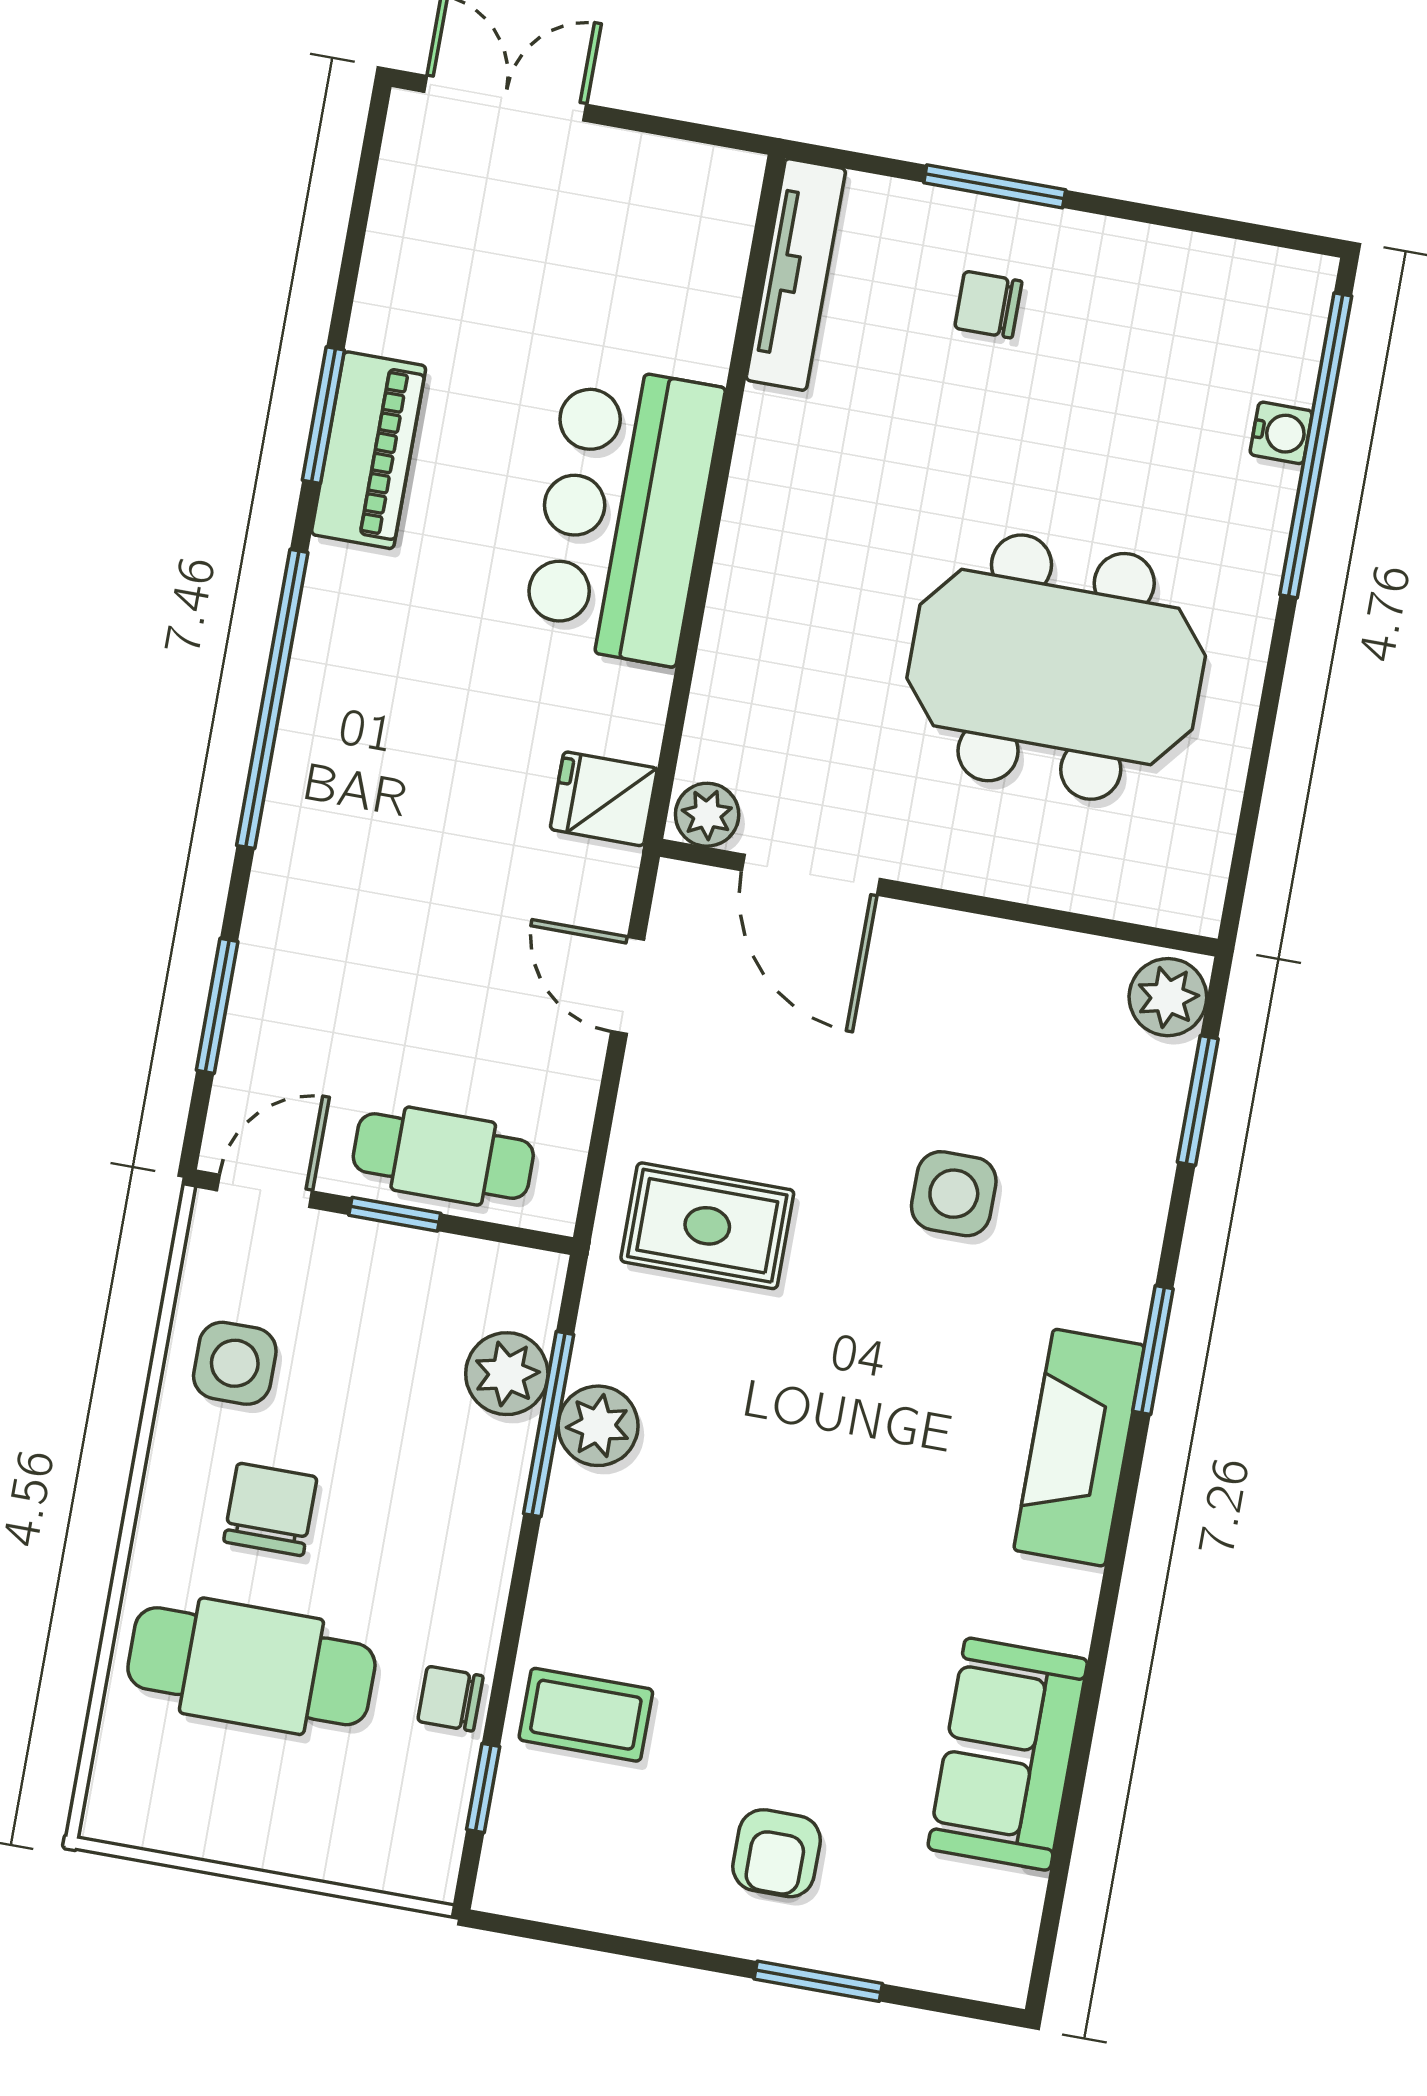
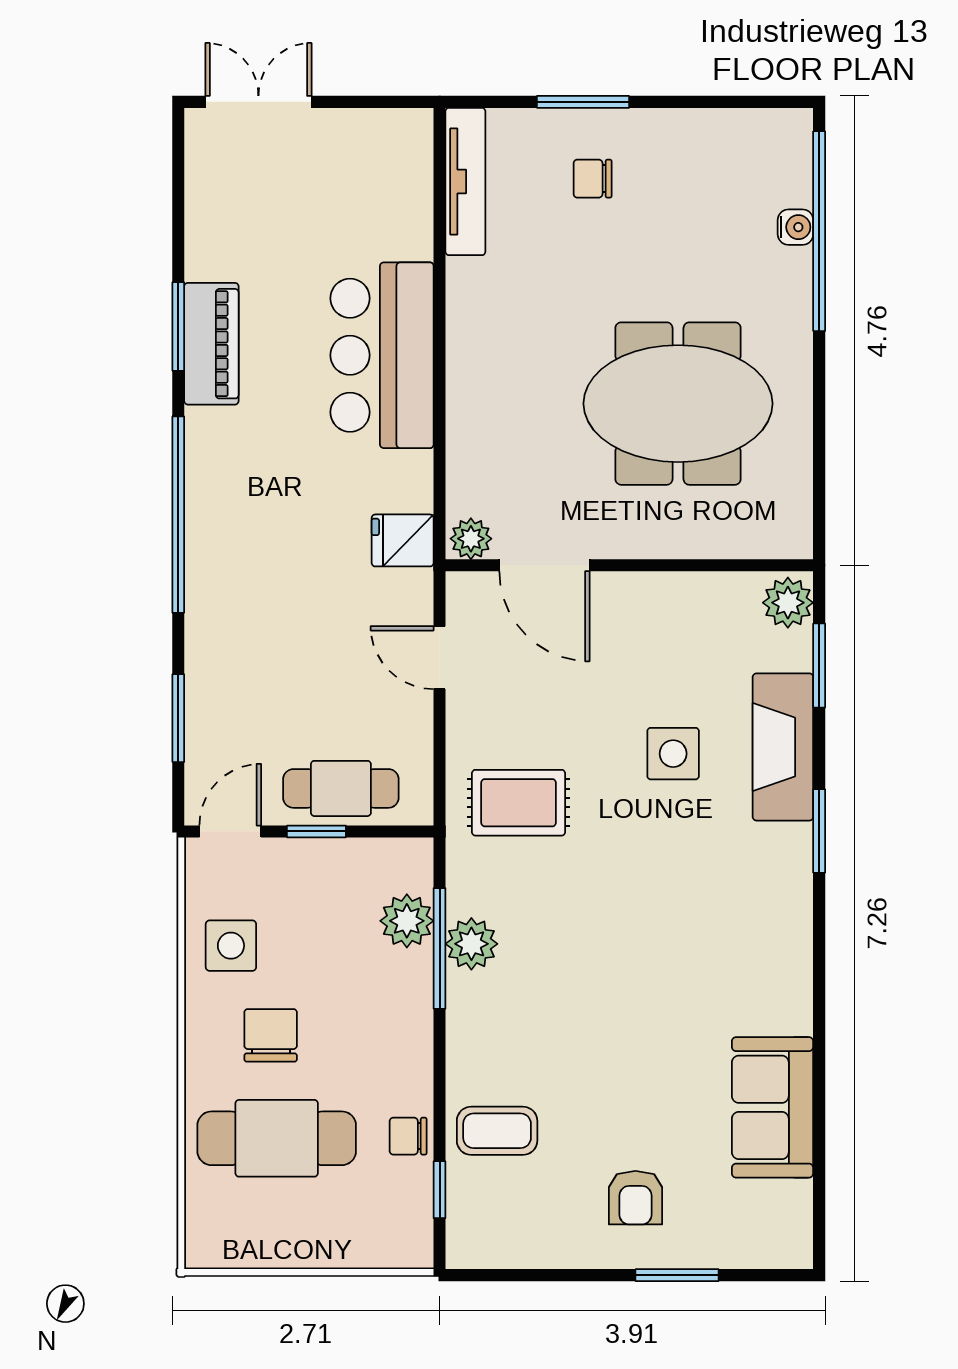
fireplace: (1079, 1448) -> (783, 747), moved

